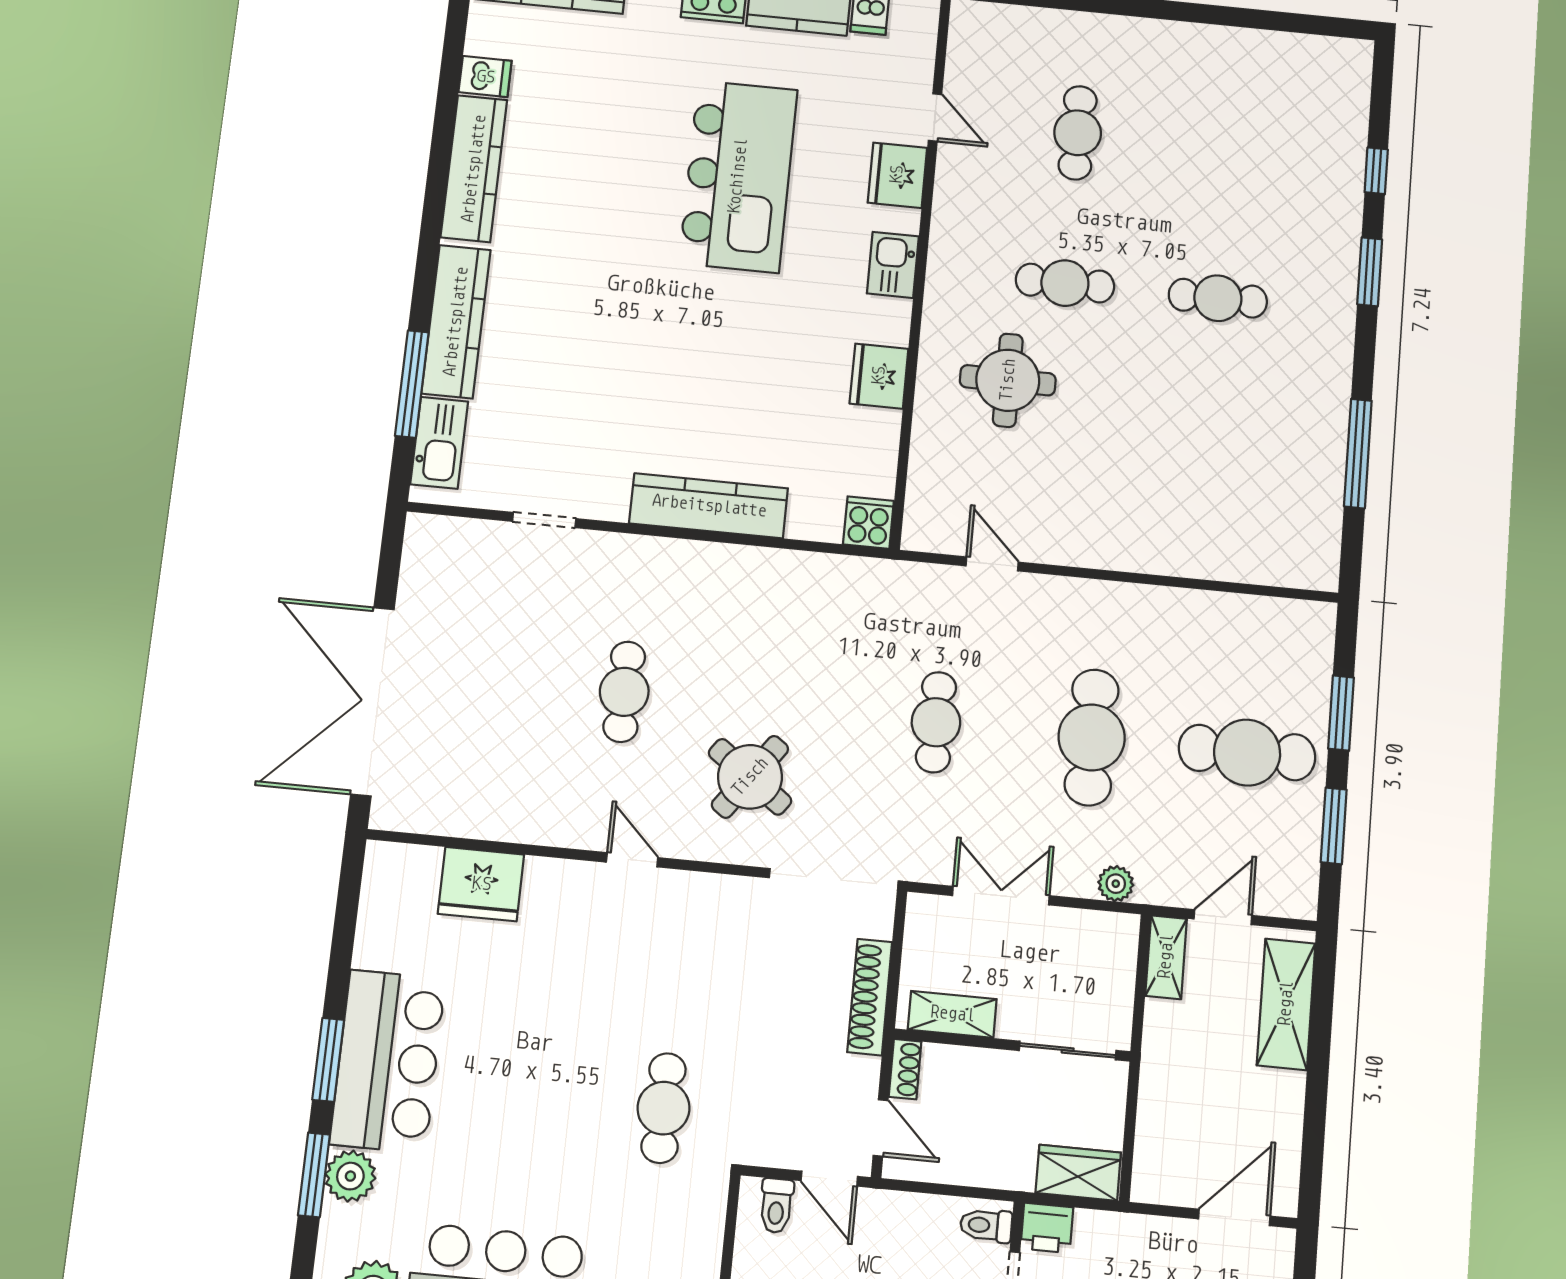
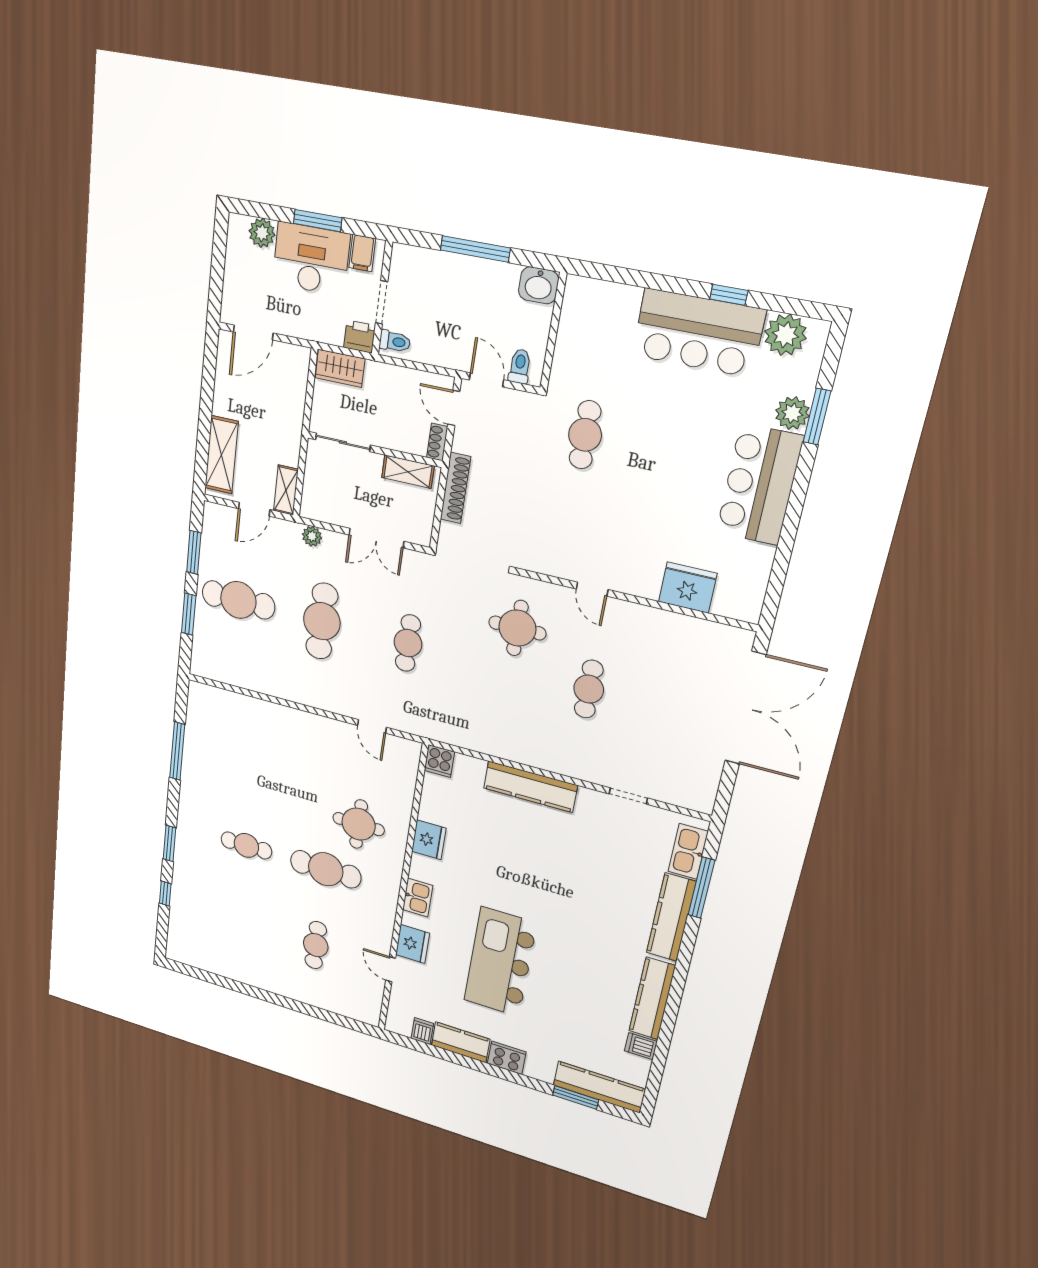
cafe table: (1065, 283) -> (326, 869), width x1.37, depth x1.35
round table: (750, 777) -> (517, 628), turned -36
window: (328, 1060) -> (799, 490), removed

